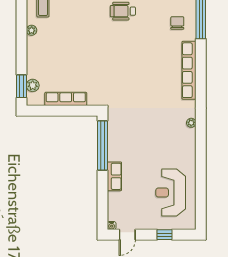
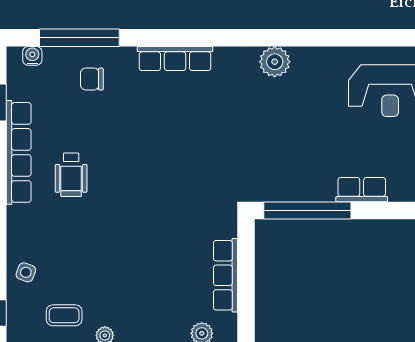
row of seats: (189, 70) -> (175, 59), width x0.73
plant: (191, 123) -> (275, 62), width x1.88, depth x1.88

